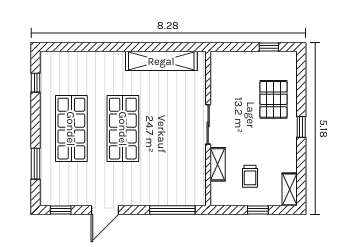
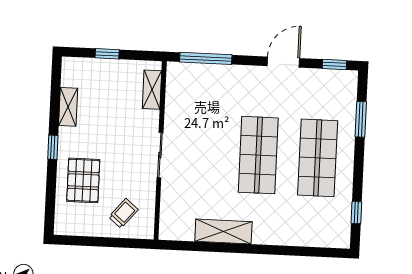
window: (269, 47) -> (86, 241), removed
shelving: (161, 61) -> (223, 232), width x0.68
shelving: (218, 164) -> (152, 90), moved
trolley: (250, 176) -> (123, 213), moved, turned 40
shelving: (290, 189) -> (68, 107), moved

